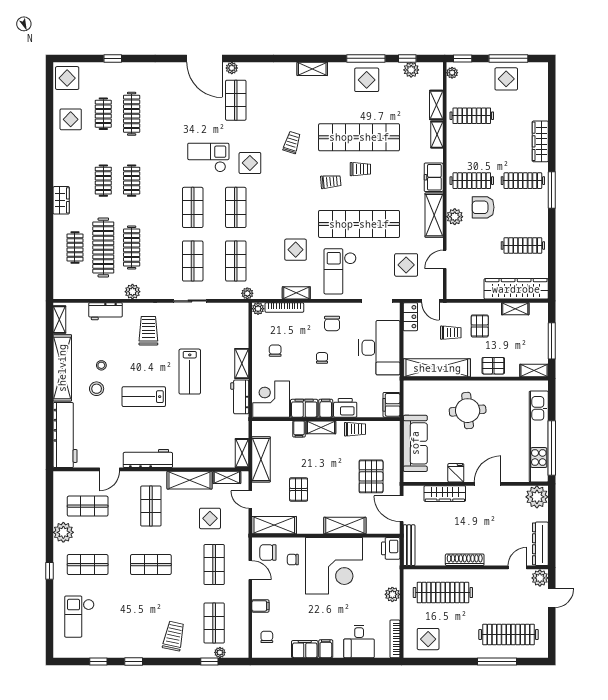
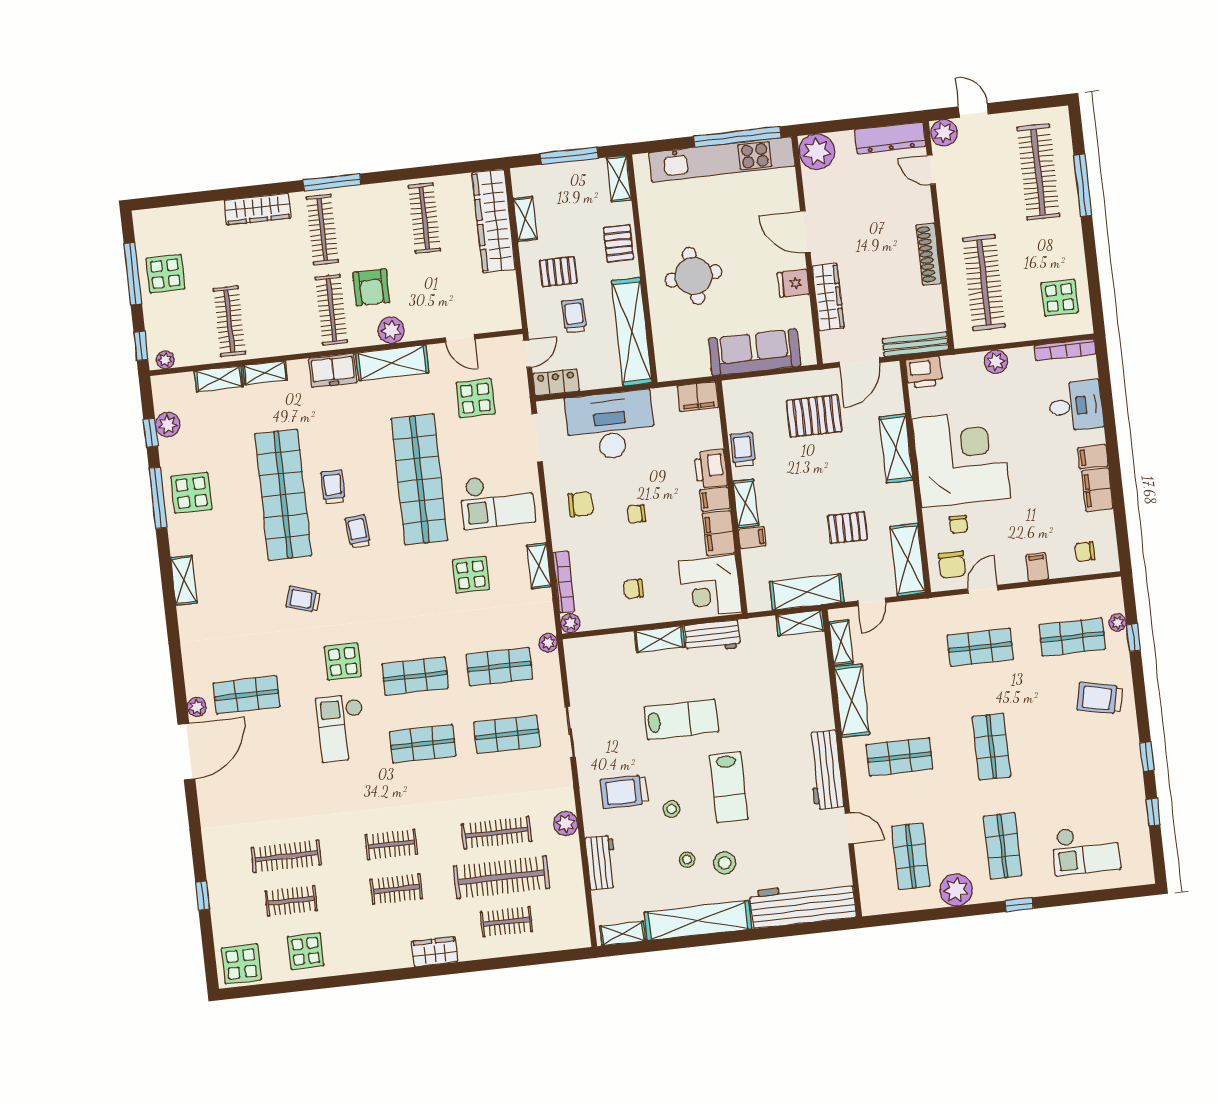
stool: (134, 359) -> (671, 809), added
display table: (210, 518) -> (909, 662), removed

